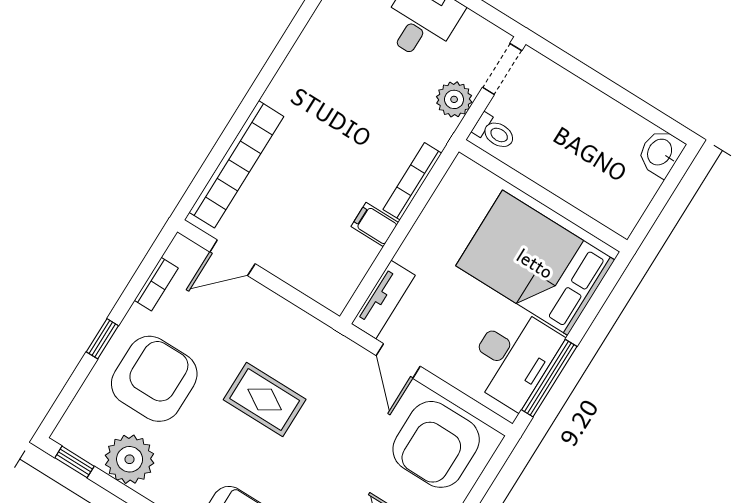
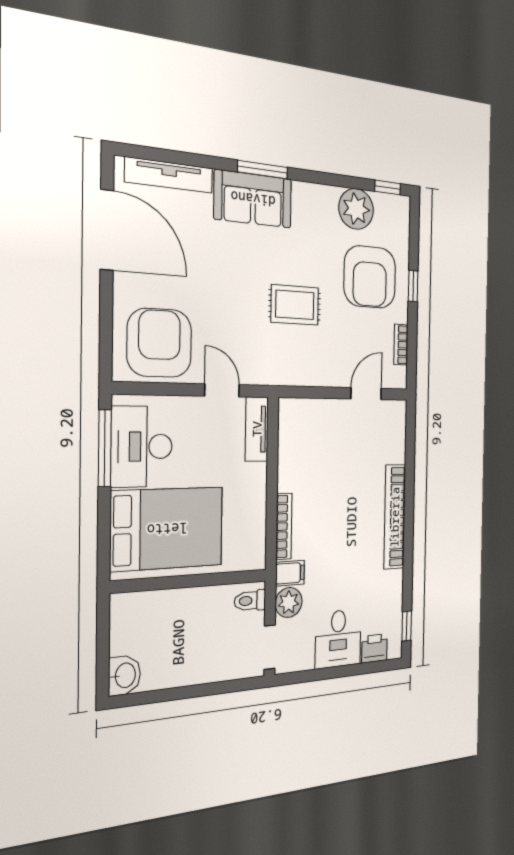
bookcase: (236, 164) -> (395, 517), moved
filing cabinet: (375, 225) -> (290, 573), moved

